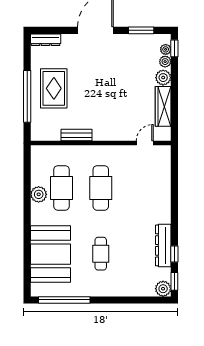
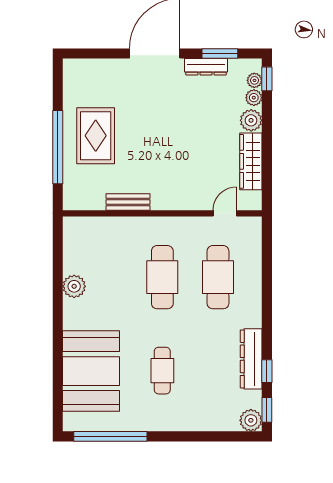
dresser: (46, 40) -> (206, 67), moved
cafe table: (62, 188) -> (218, 277), moved

